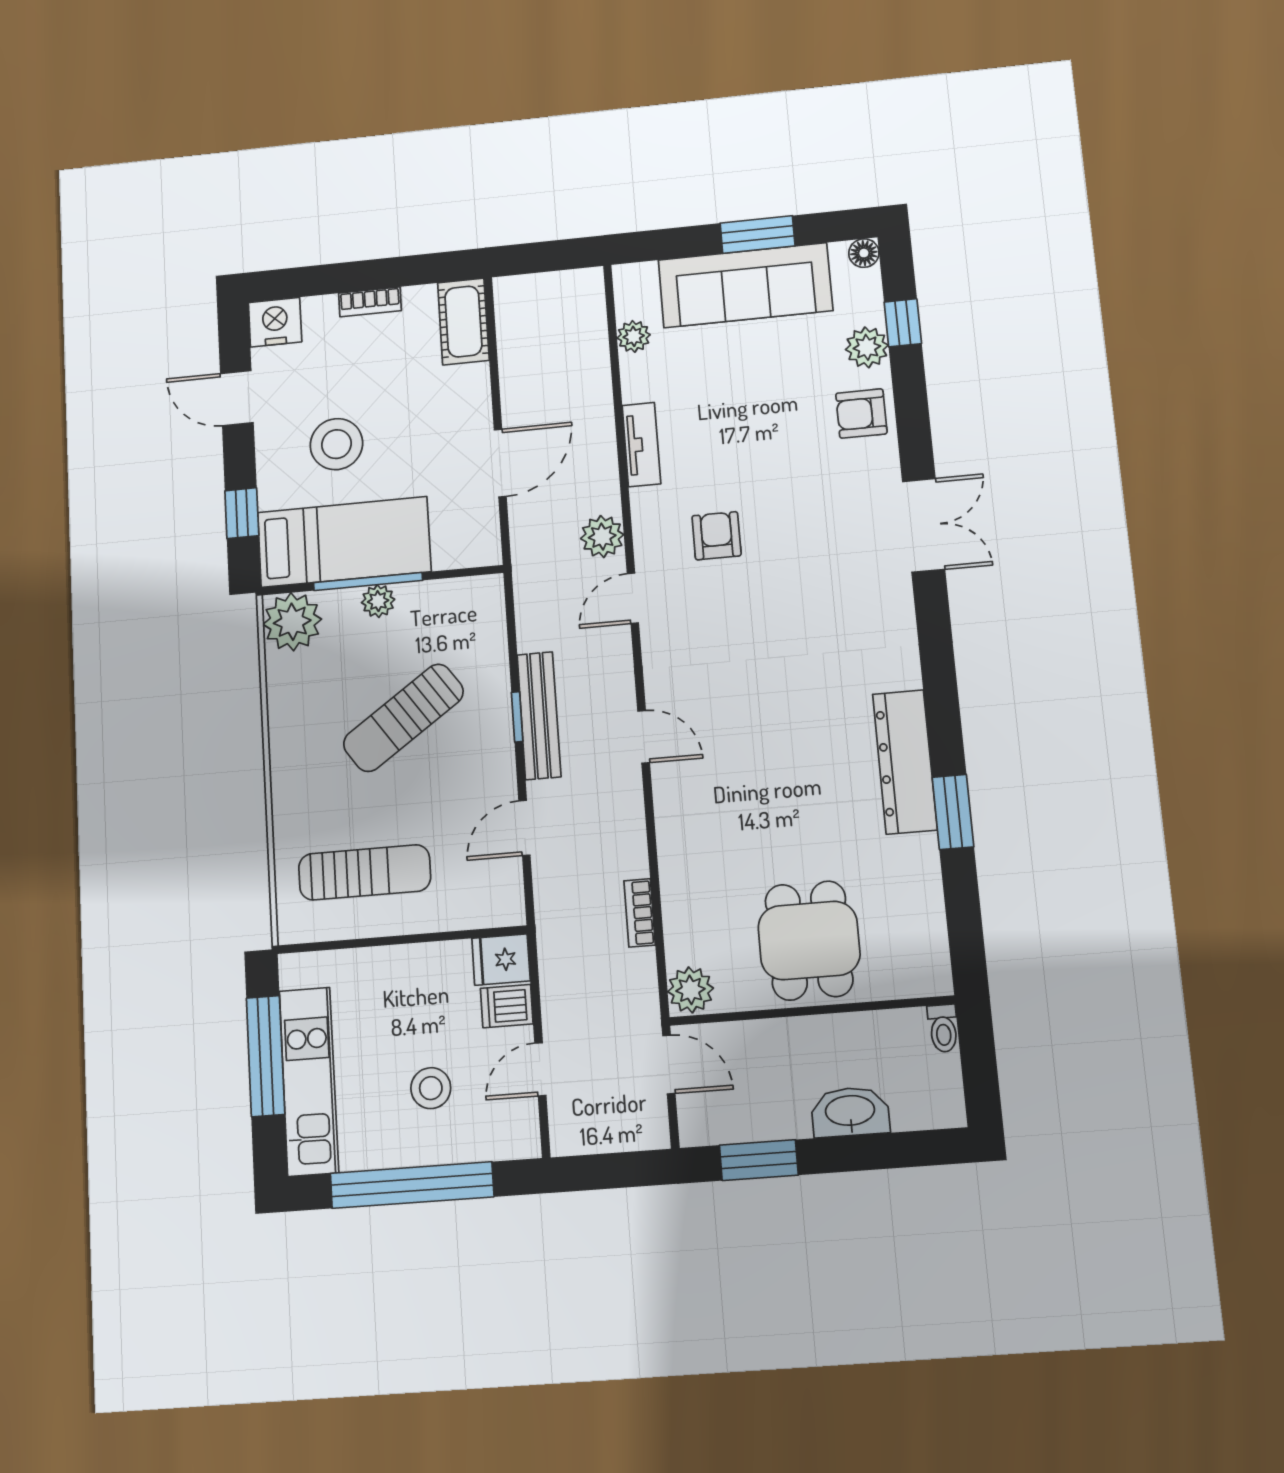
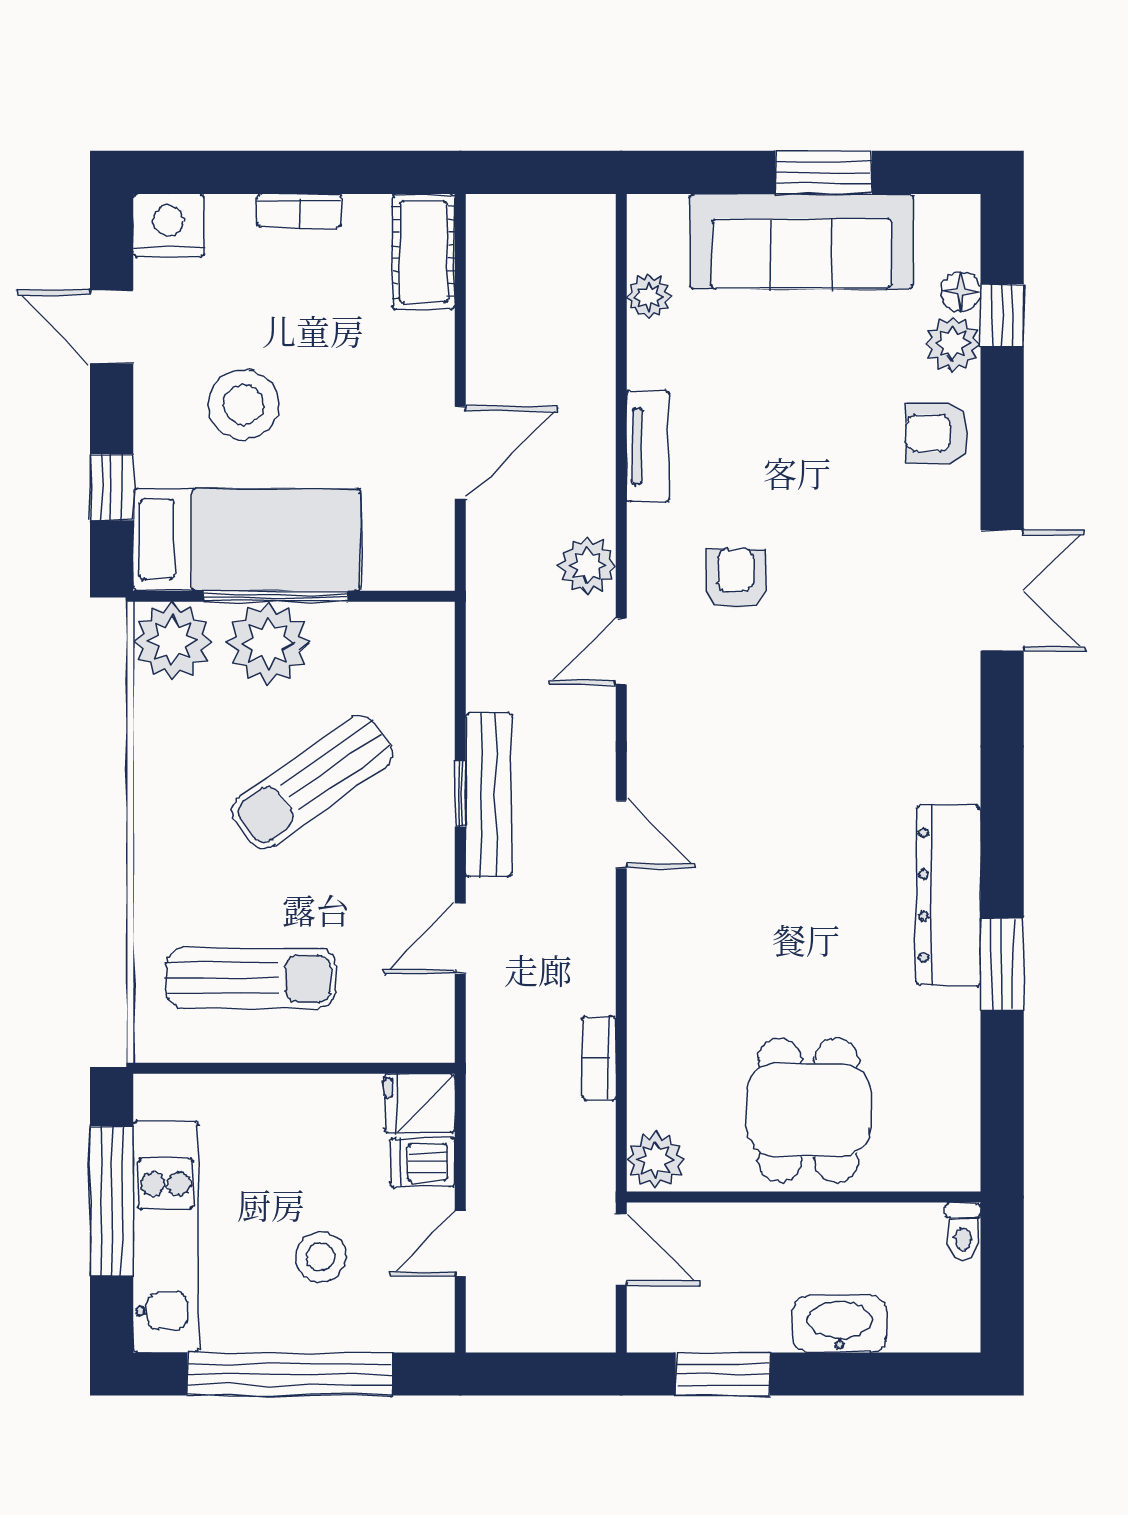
floor lamp: (864, 253) -> (961, 292), moved
plant: (378, 601) -> (268, 643), width x1.87, depth x1.87

